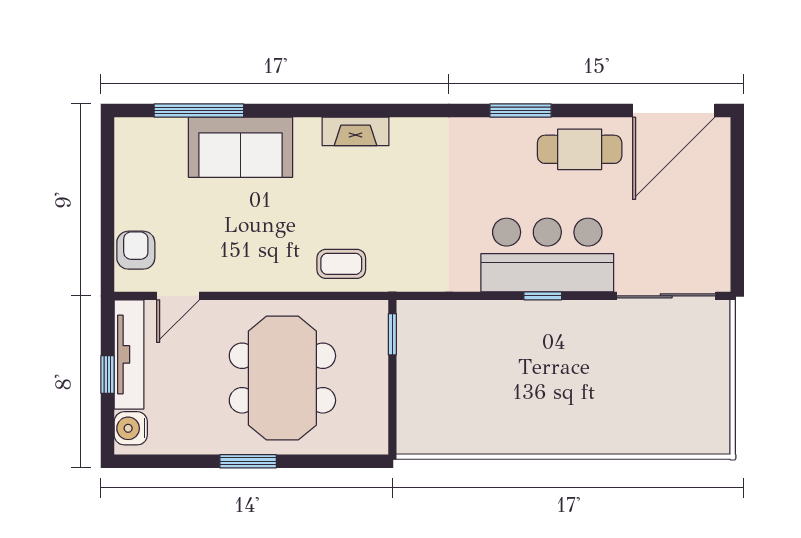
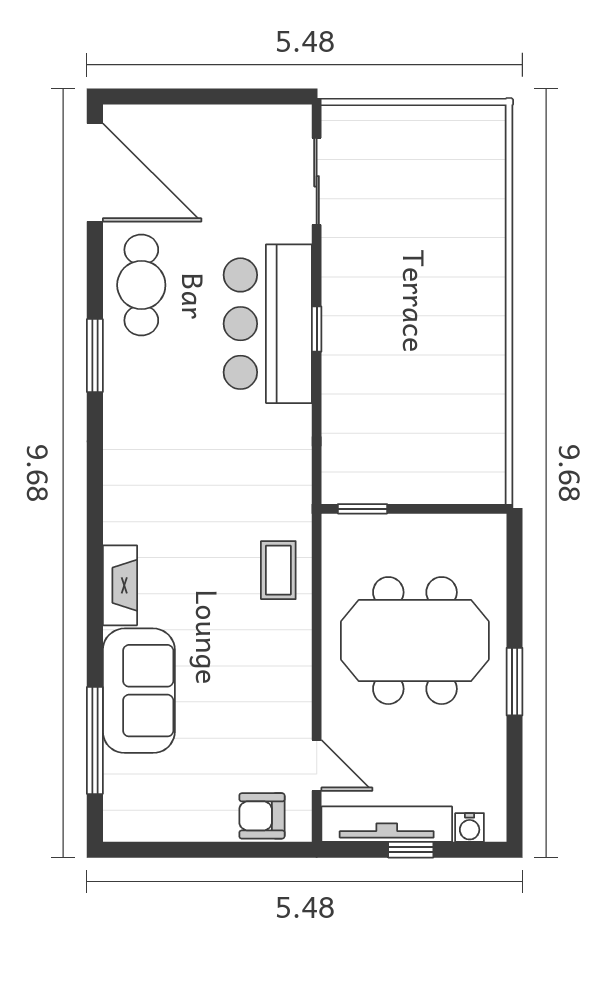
fireplace: (355, 131) -> (120, 585), moved
sliding door: (666, 296) -> (317, 181), width x0.73
water cooler: (131, 428) -> (470, 827), width x0.72, depth x0.72

